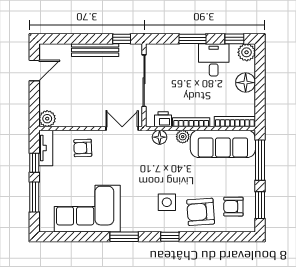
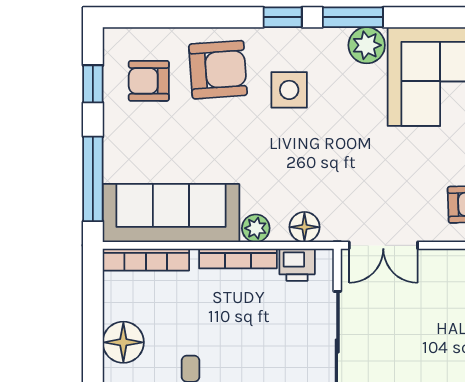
window: (260, 205) -> (93, 84), width x0.67
armchair: (233, 207) -> (149, 81), turned 180
plant: (130, 223) -> (367, 45), added
window: (124, 237) -> (353, 17), moved

